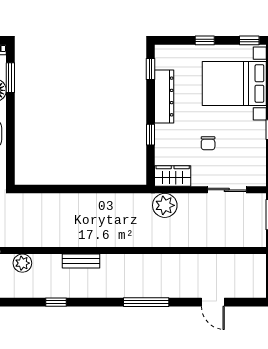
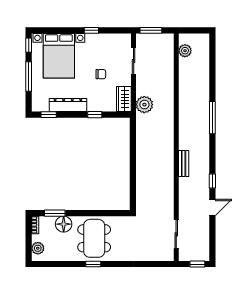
window: (205, 40) -> (29, 76), width x2.17
plant: (22, 263) -> (185, 51), moved
door: (213, 302) -> (212, 208), moved

